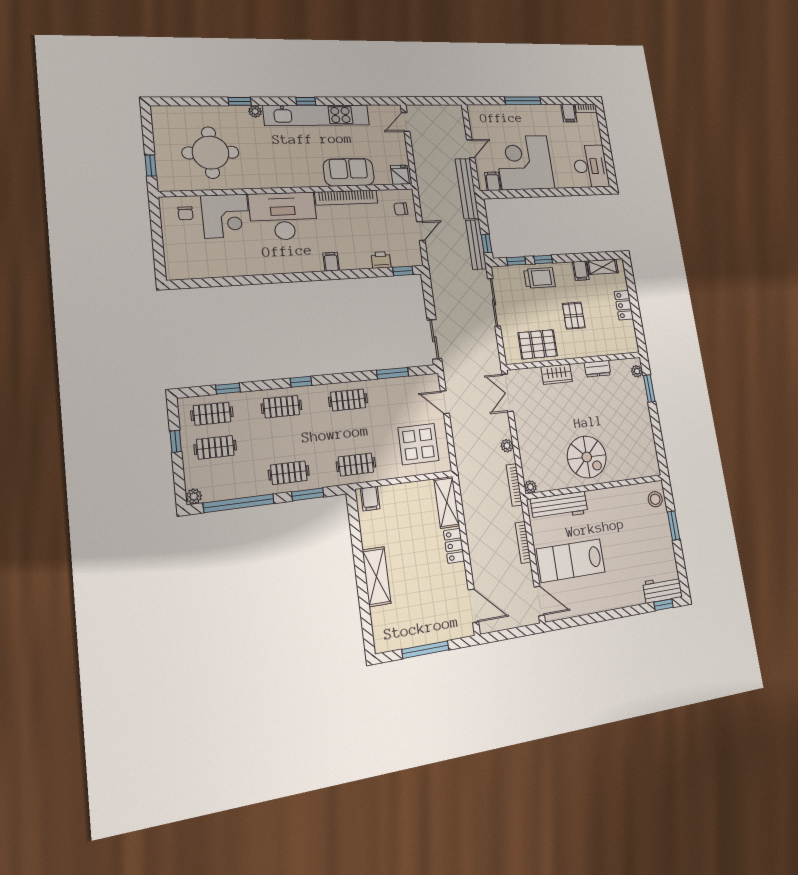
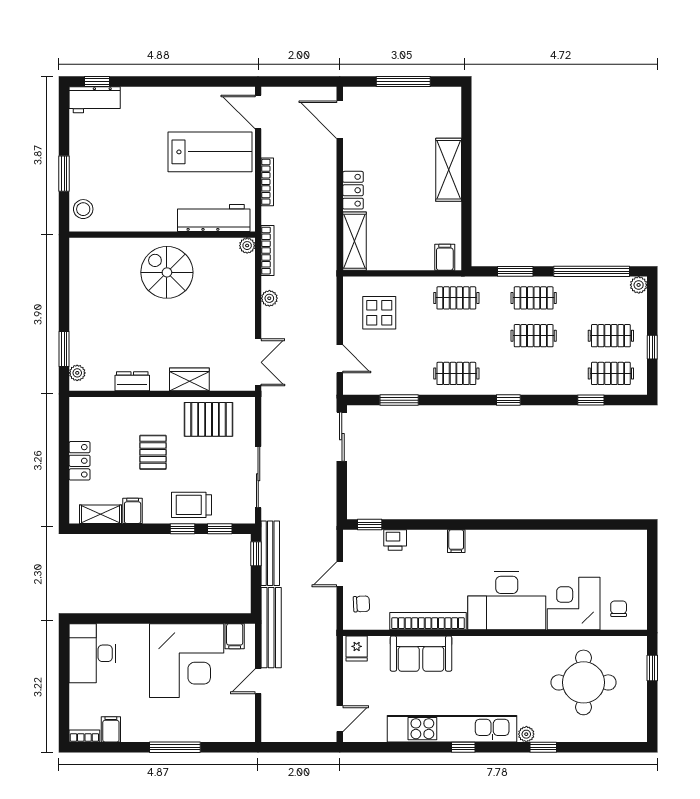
clothes rail: (282, 407) -> (534, 336), moved
display table: (418, 444) -> (379, 313), width x0.73, depth x0.73

